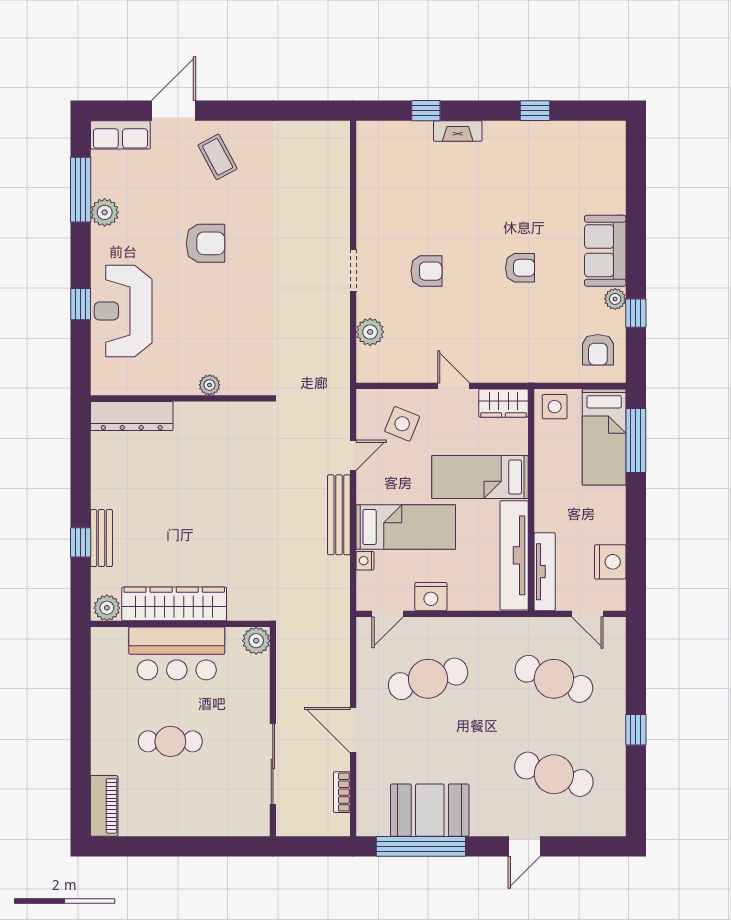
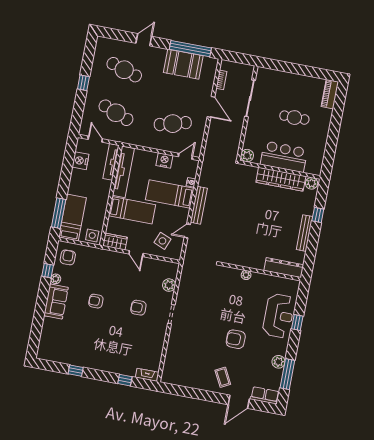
fireplace: (458, 131) -> (147, 375), moved
bench: (101, 538) -> (305, 233), moved, width x1.36

